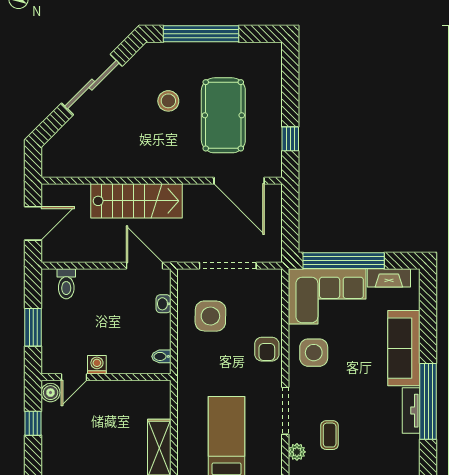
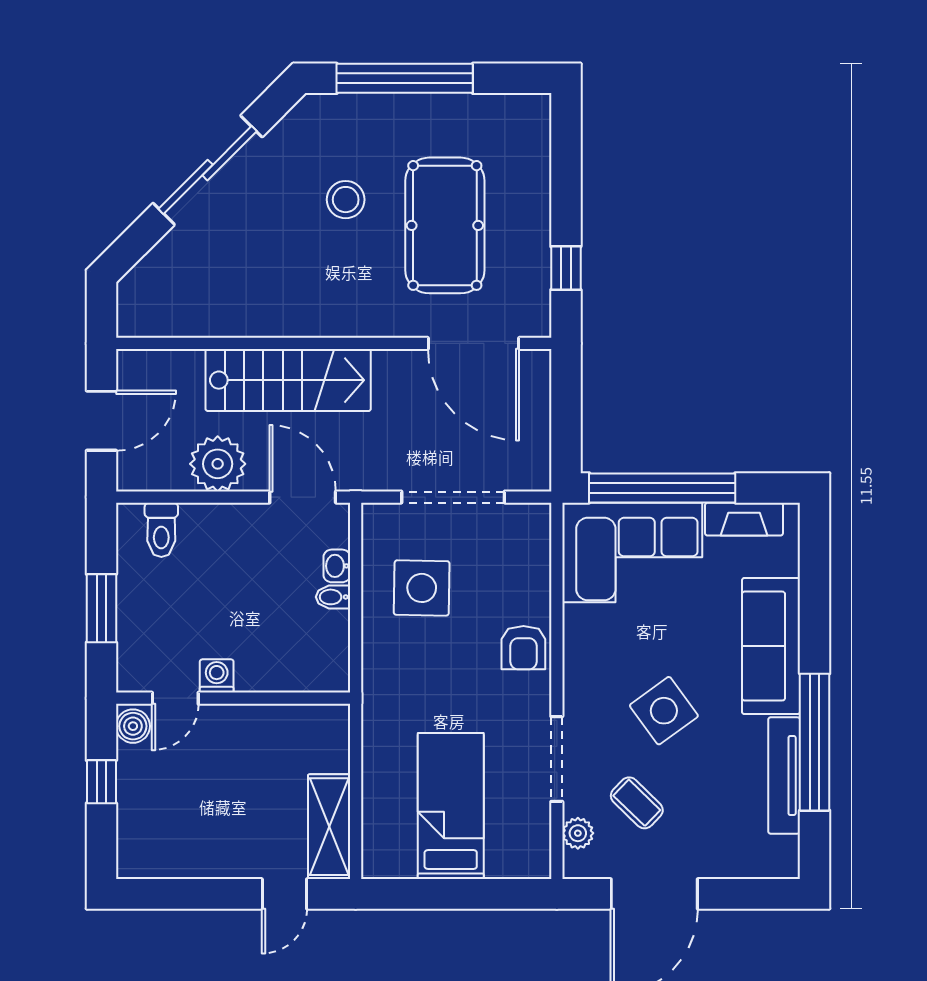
plant: (97, 247) -> (218, 464), added
side table: (314, 353) -> (664, 711), moved, turned -36
bidet: (161, 356) -> (333, 597), moved
tv unit: (411, 411) -> (784, 776), width x1.41
coffee table: (330, 435) -> (637, 803), turned -46

